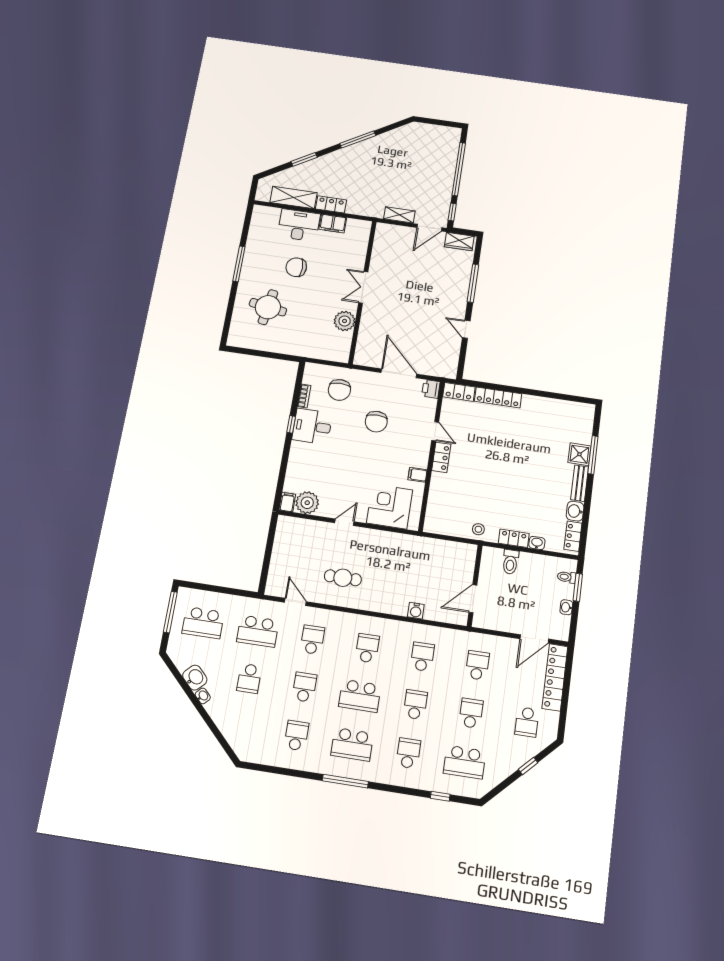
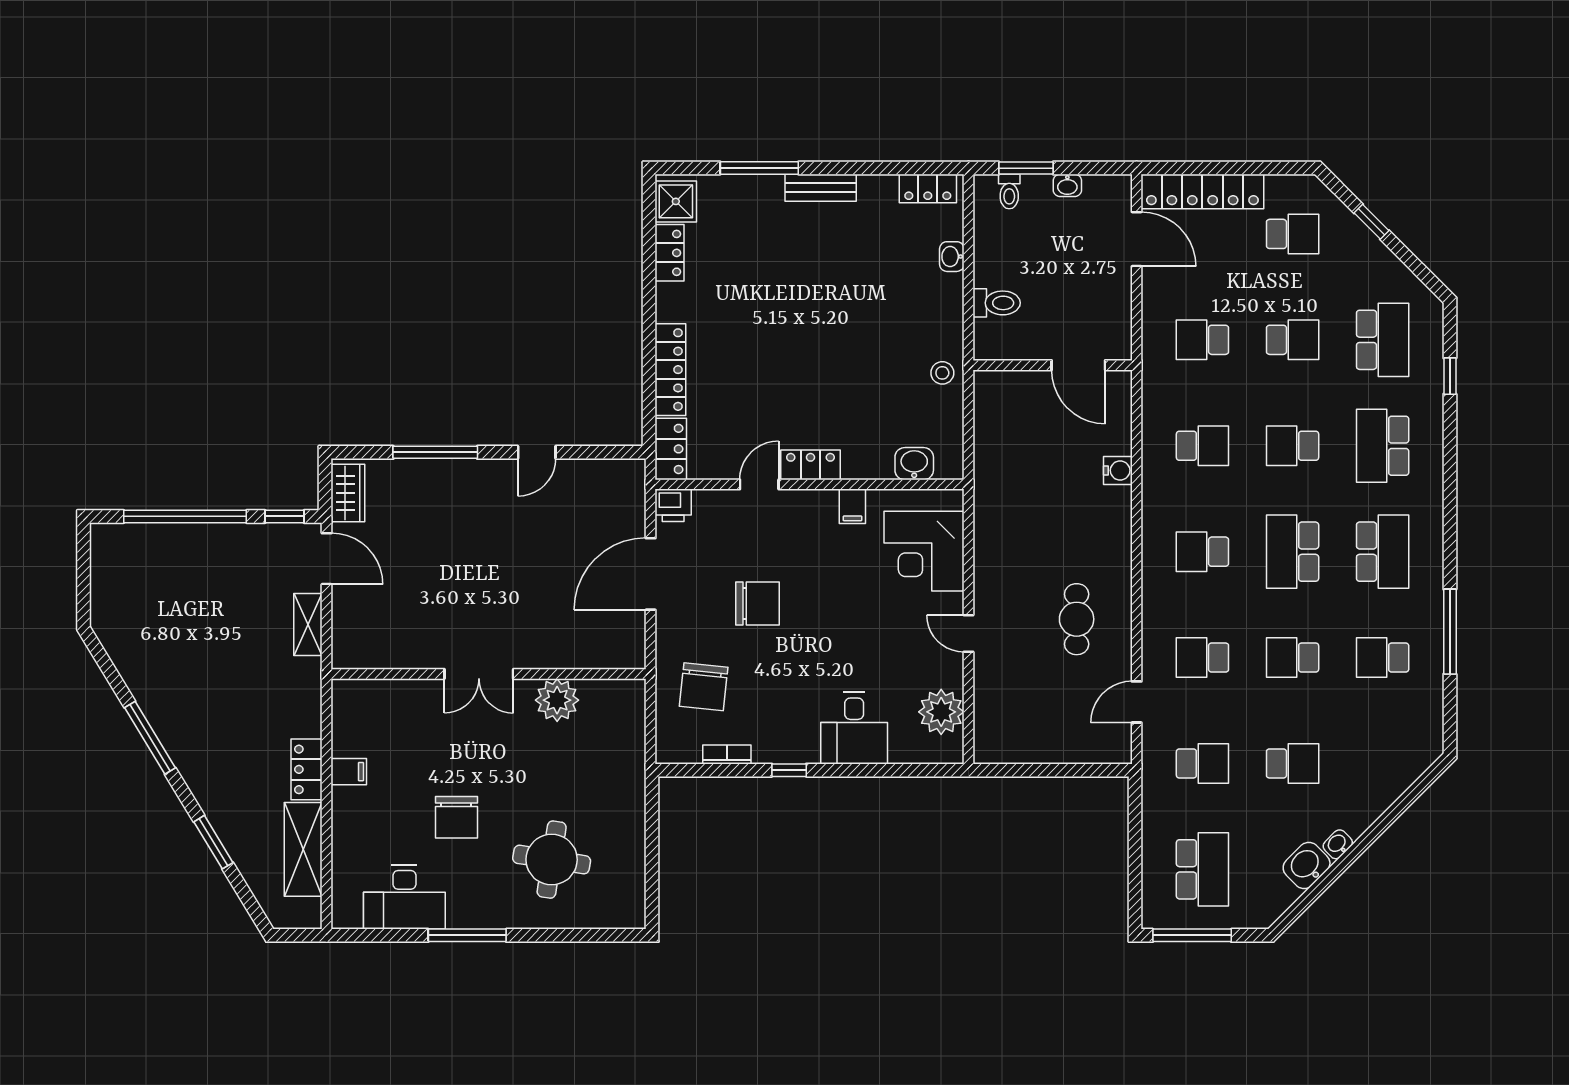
filing cabinet: (333, 224) -> (349, 772), width x0.50
desk: (299, 225) -> (404, 897), moved, turned -90
chair: (339, 390) -> (704, 687), turned 96
desk: (312, 426) -> (854, 728), moved
shower: (579, 454) -> (676, 201), moved
filing cabinet: (287, 502) -> (946, 751), removed
washbasin: (575, 511) -> (914, 464), moved, turned 180
locker: (514, 538) -> (670, 253), moved, turned 180
school desk: (258, 631) -> (1202, 763), width x0.54
school desk: (422, 657) -> (1202, 446), turned 180
school desk: (360, 696) -> (1293, 552), turned 180
school desk: (471, 713) -> (1293, 340), turned 180
school desk: (408, 753) -> (1383, 446), width x1.85
window: (345, 781) -> (1450, 632), moved

